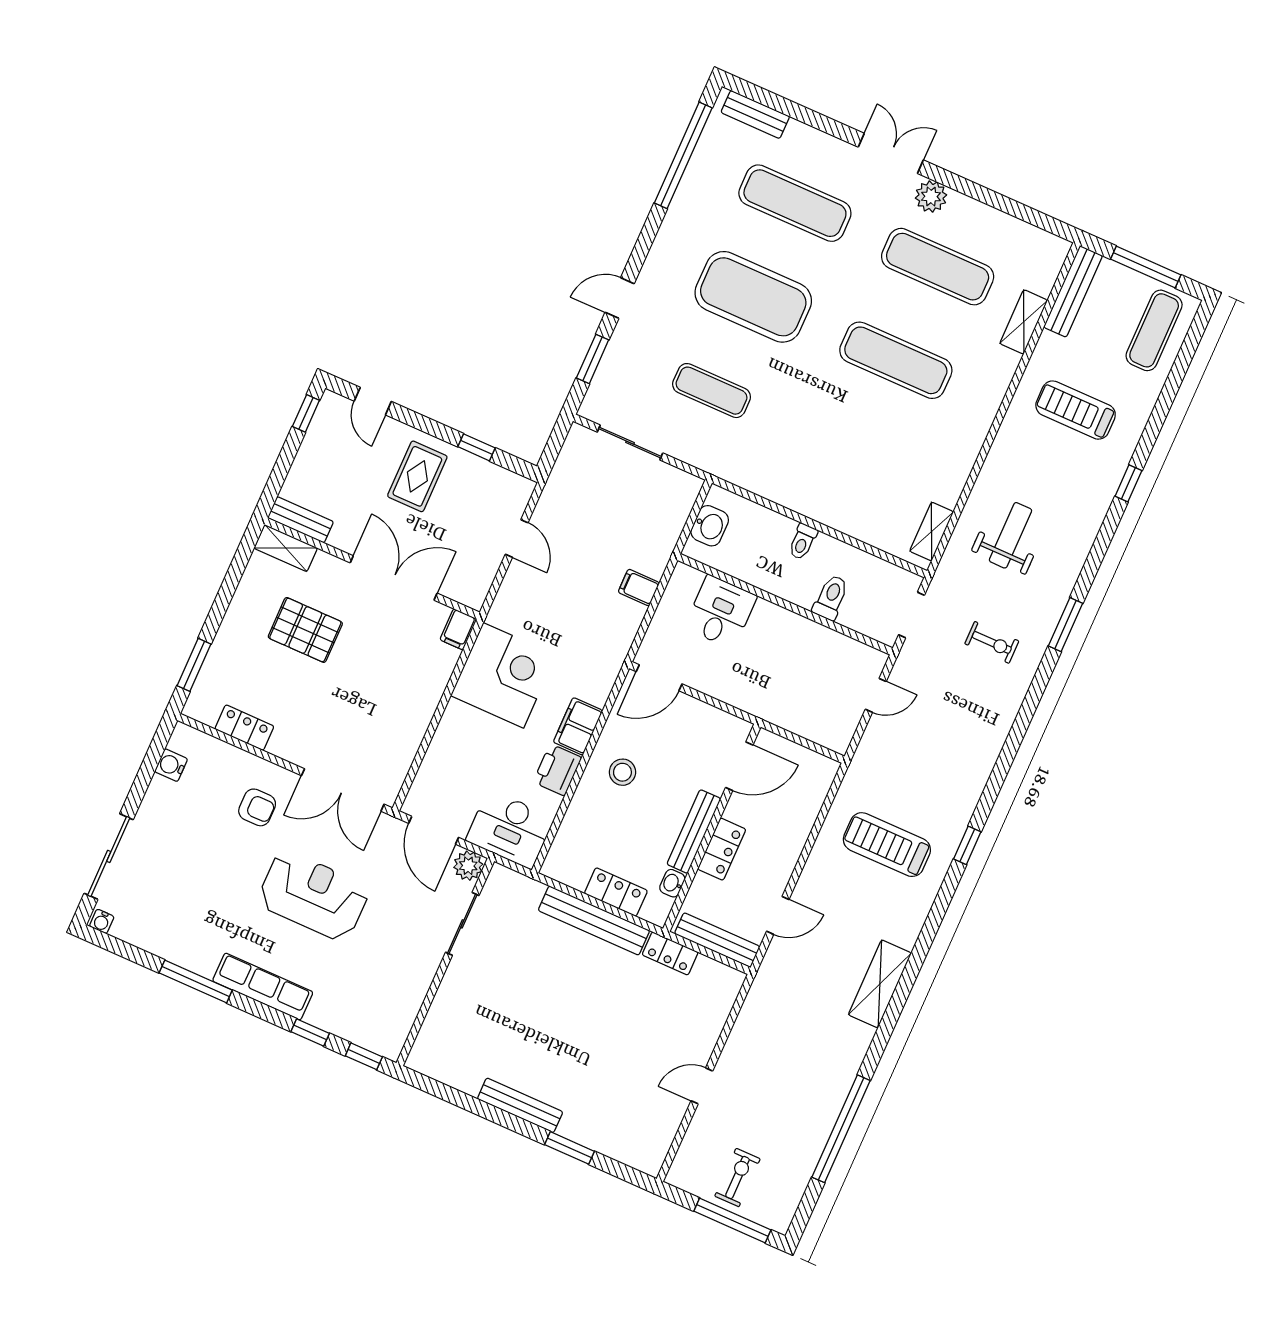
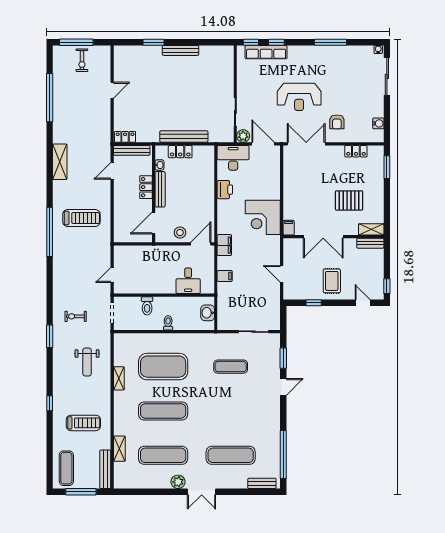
exercise mat: (753, 297) -> (163, 367), moved
shelving: (932, 532) -> (119, 378), moved
filing cabinet: (578, 726) -> (224, 245), moved
stool: (622, 772) -> (180, 233), moved
armchair: (257, 807) -> (337, 122), turned -90
window: (967, 845) -> (50, 232), width x3.17
locker: (670, 953) -> (125, 137), moved
row of seats: (263, 986) -> (266, 52), moved

